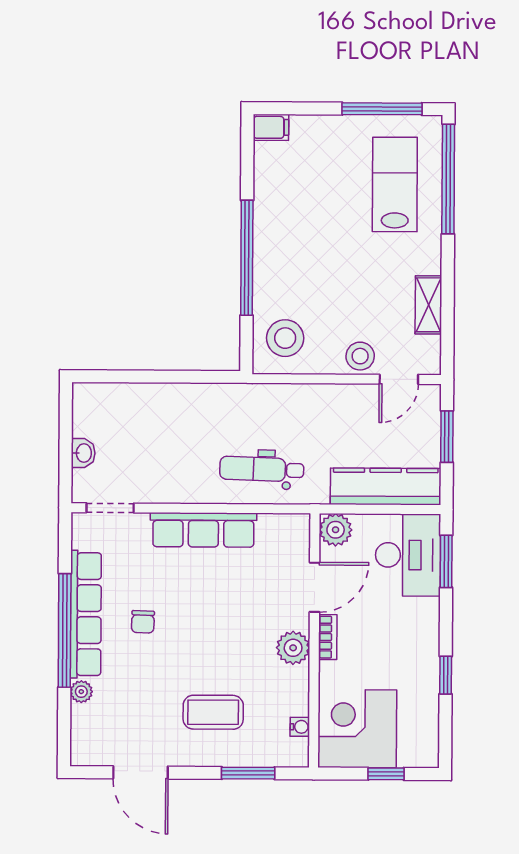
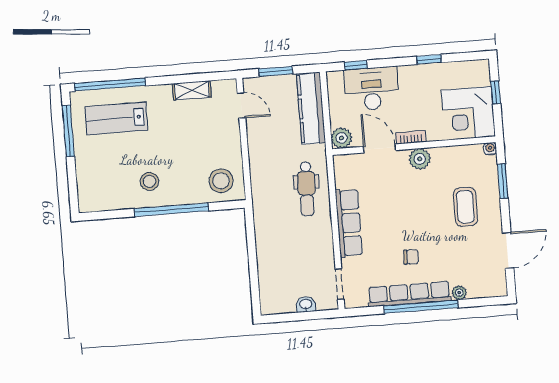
filing cabinet: (271, 127) -> (86, 201), removed
stool: (360, 356) -> (149, 181), moved
desk: (408, 555) -> (372, 89), moved
window: (446, 561) -> (356, 65), width x0.67
water cooler: (300, 727) -> (490, 149), moved

